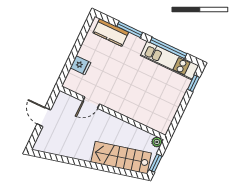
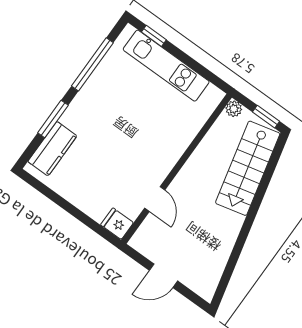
kitchen unit: (170, 61) -> (166, 66), moved, turned 90
fridge: (81, 65) -> (117, 224), moved, turned -90

